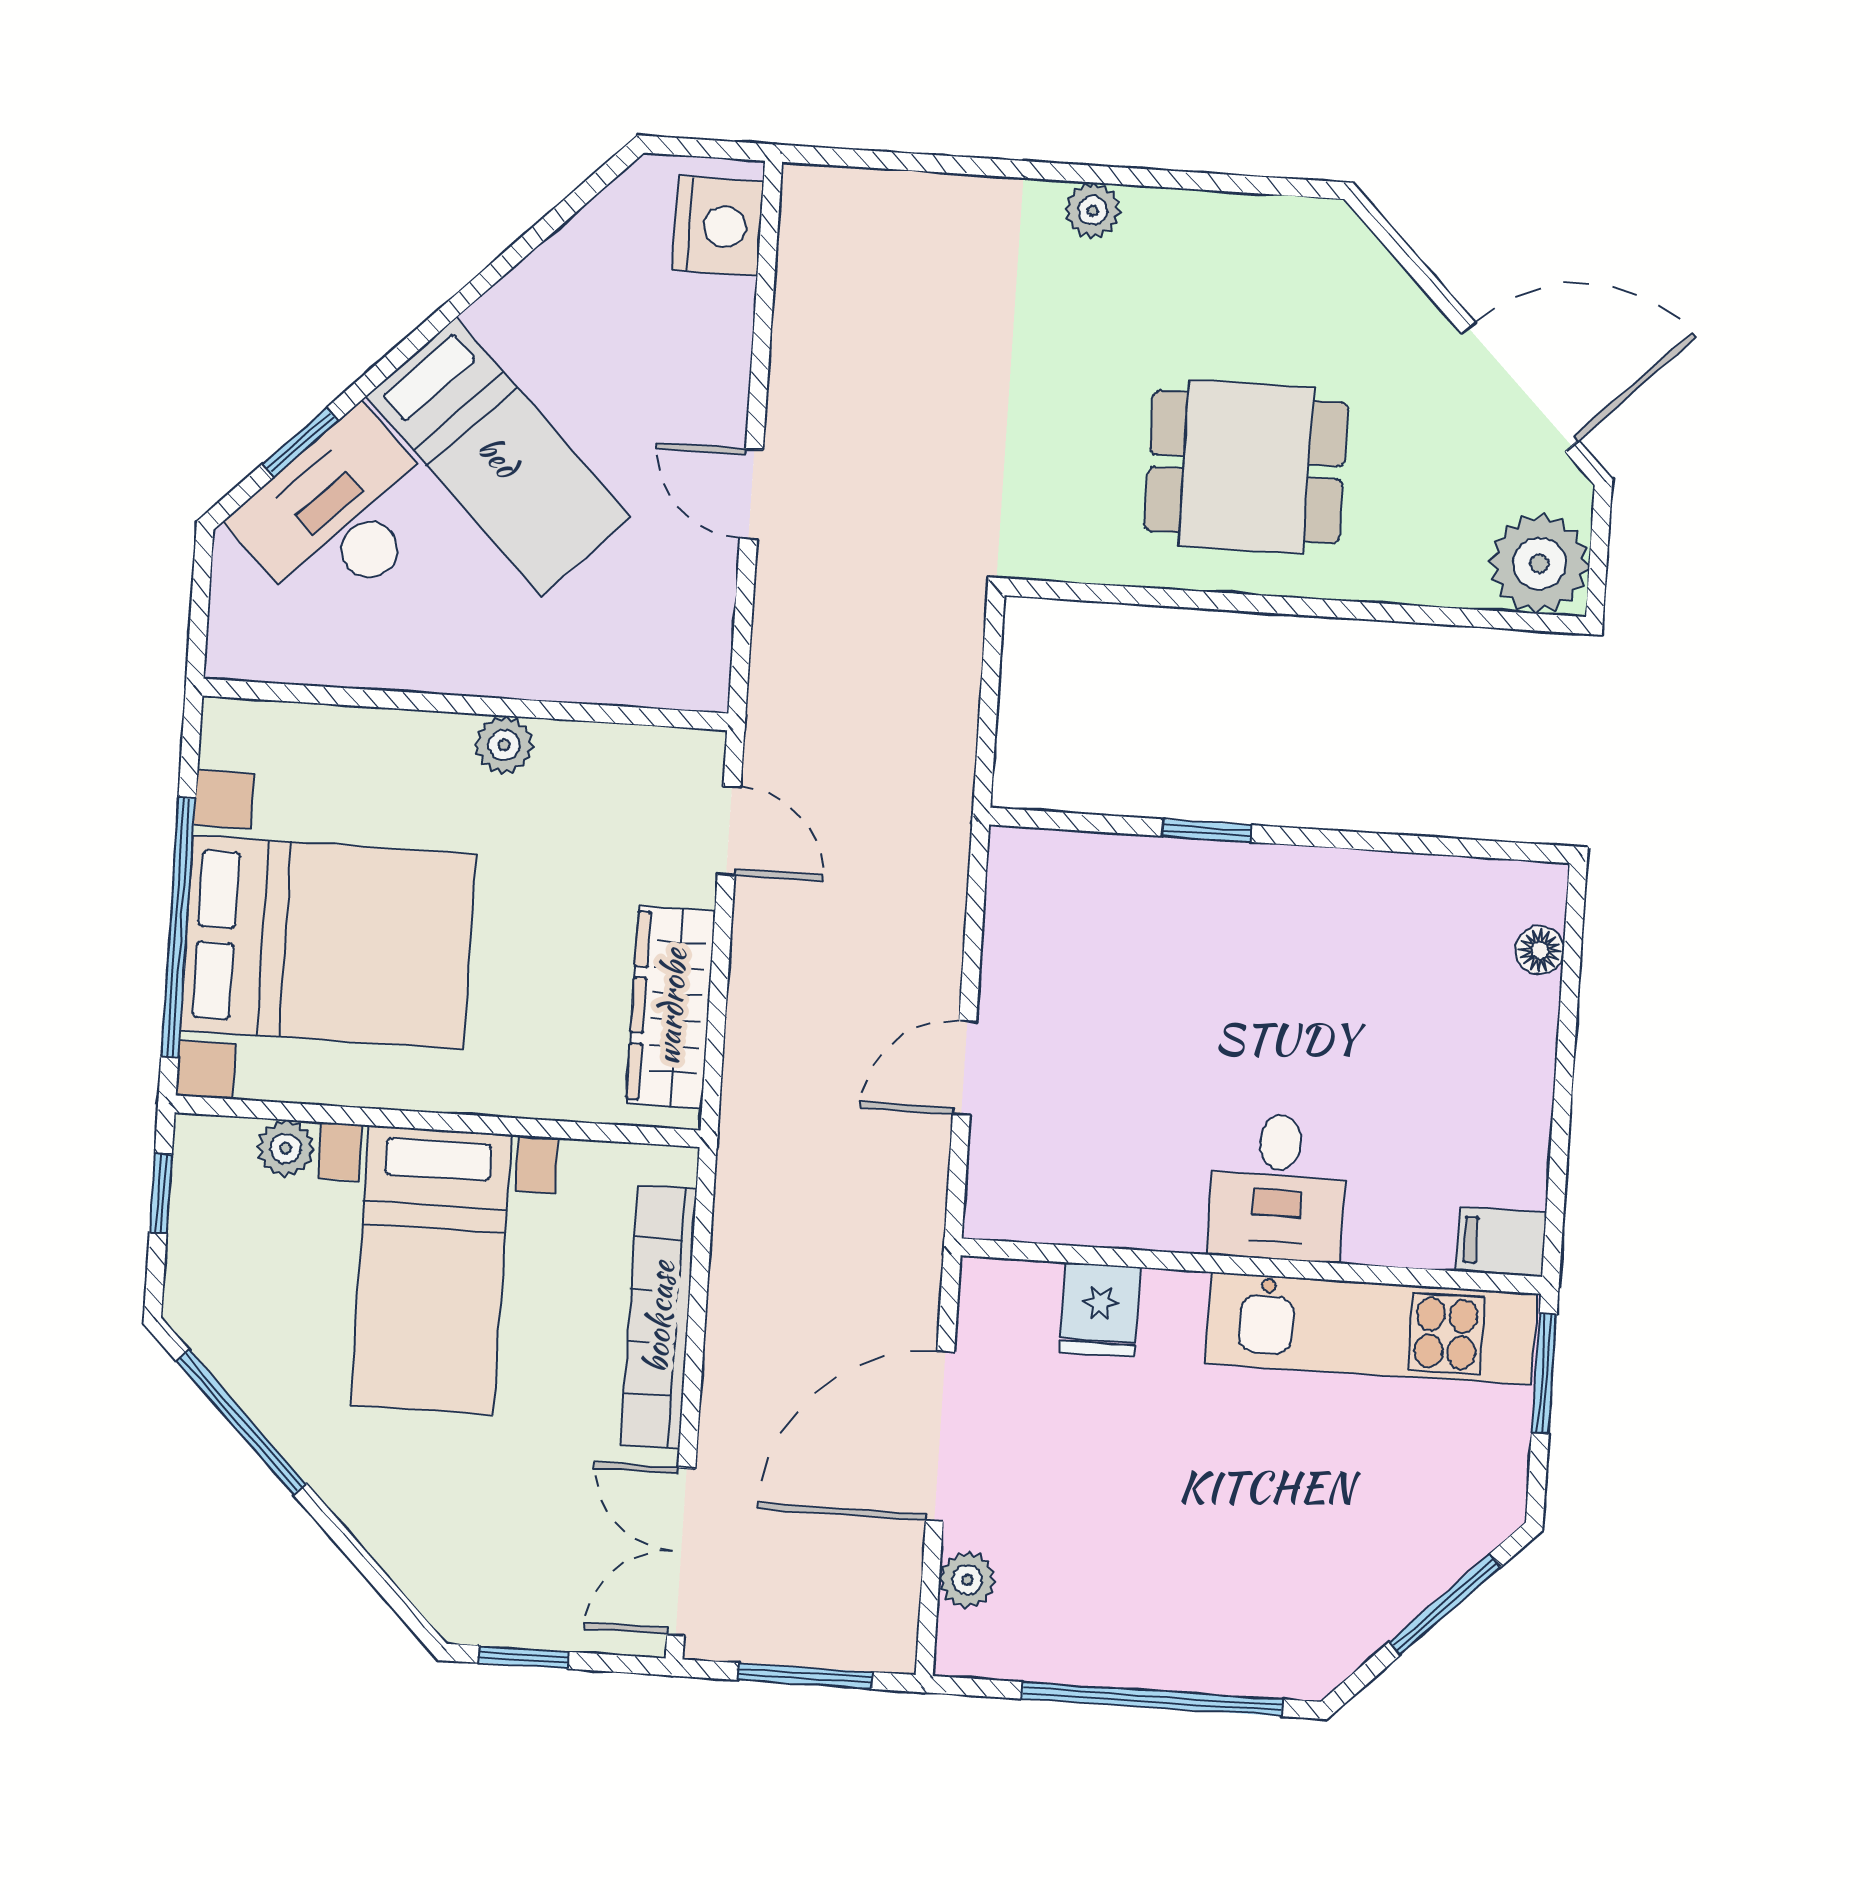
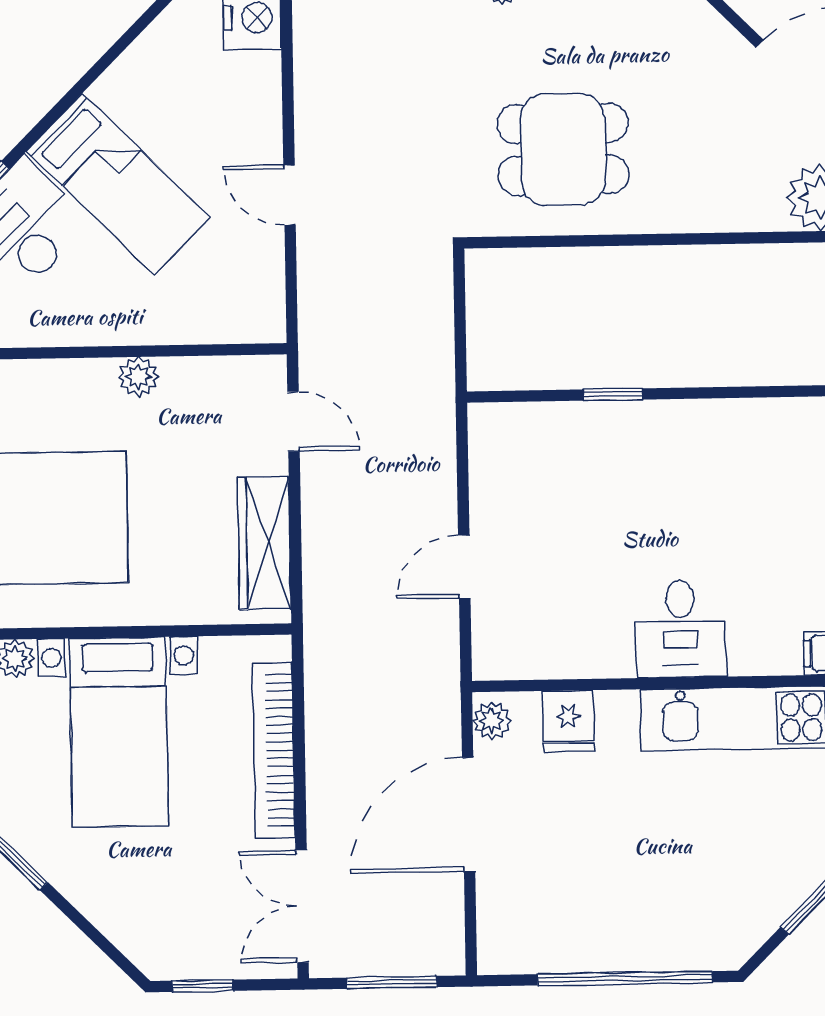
dining table: (1246, 467) -> (563, 149), moved
plant: (967, 1580) -> (492, 721), moved

